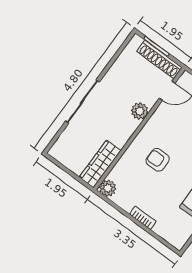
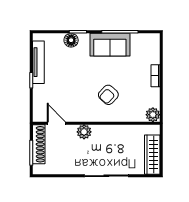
armchair: (158, 160) -> (108, 95), turned 43
wardrobe: (100, 164) -> (152, 155), moved, turned 90

